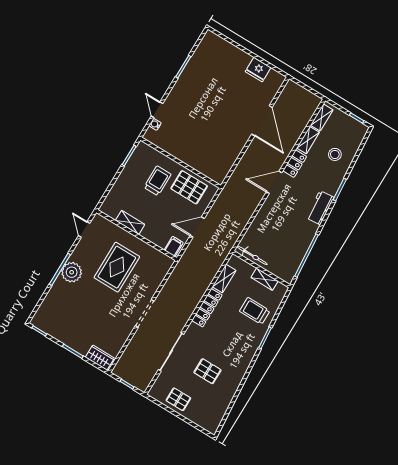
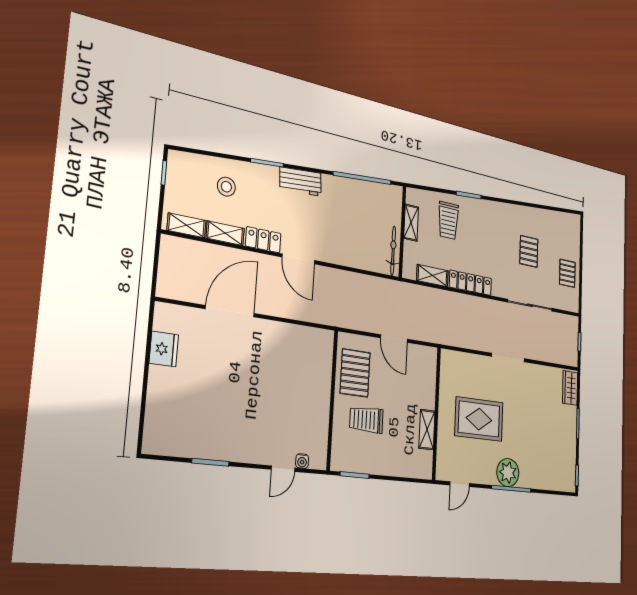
filing cabinet: (174, 246) -> (427, 358), removed

